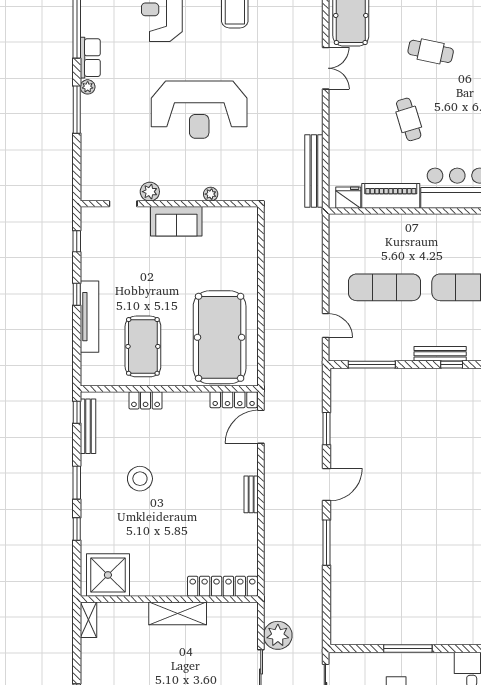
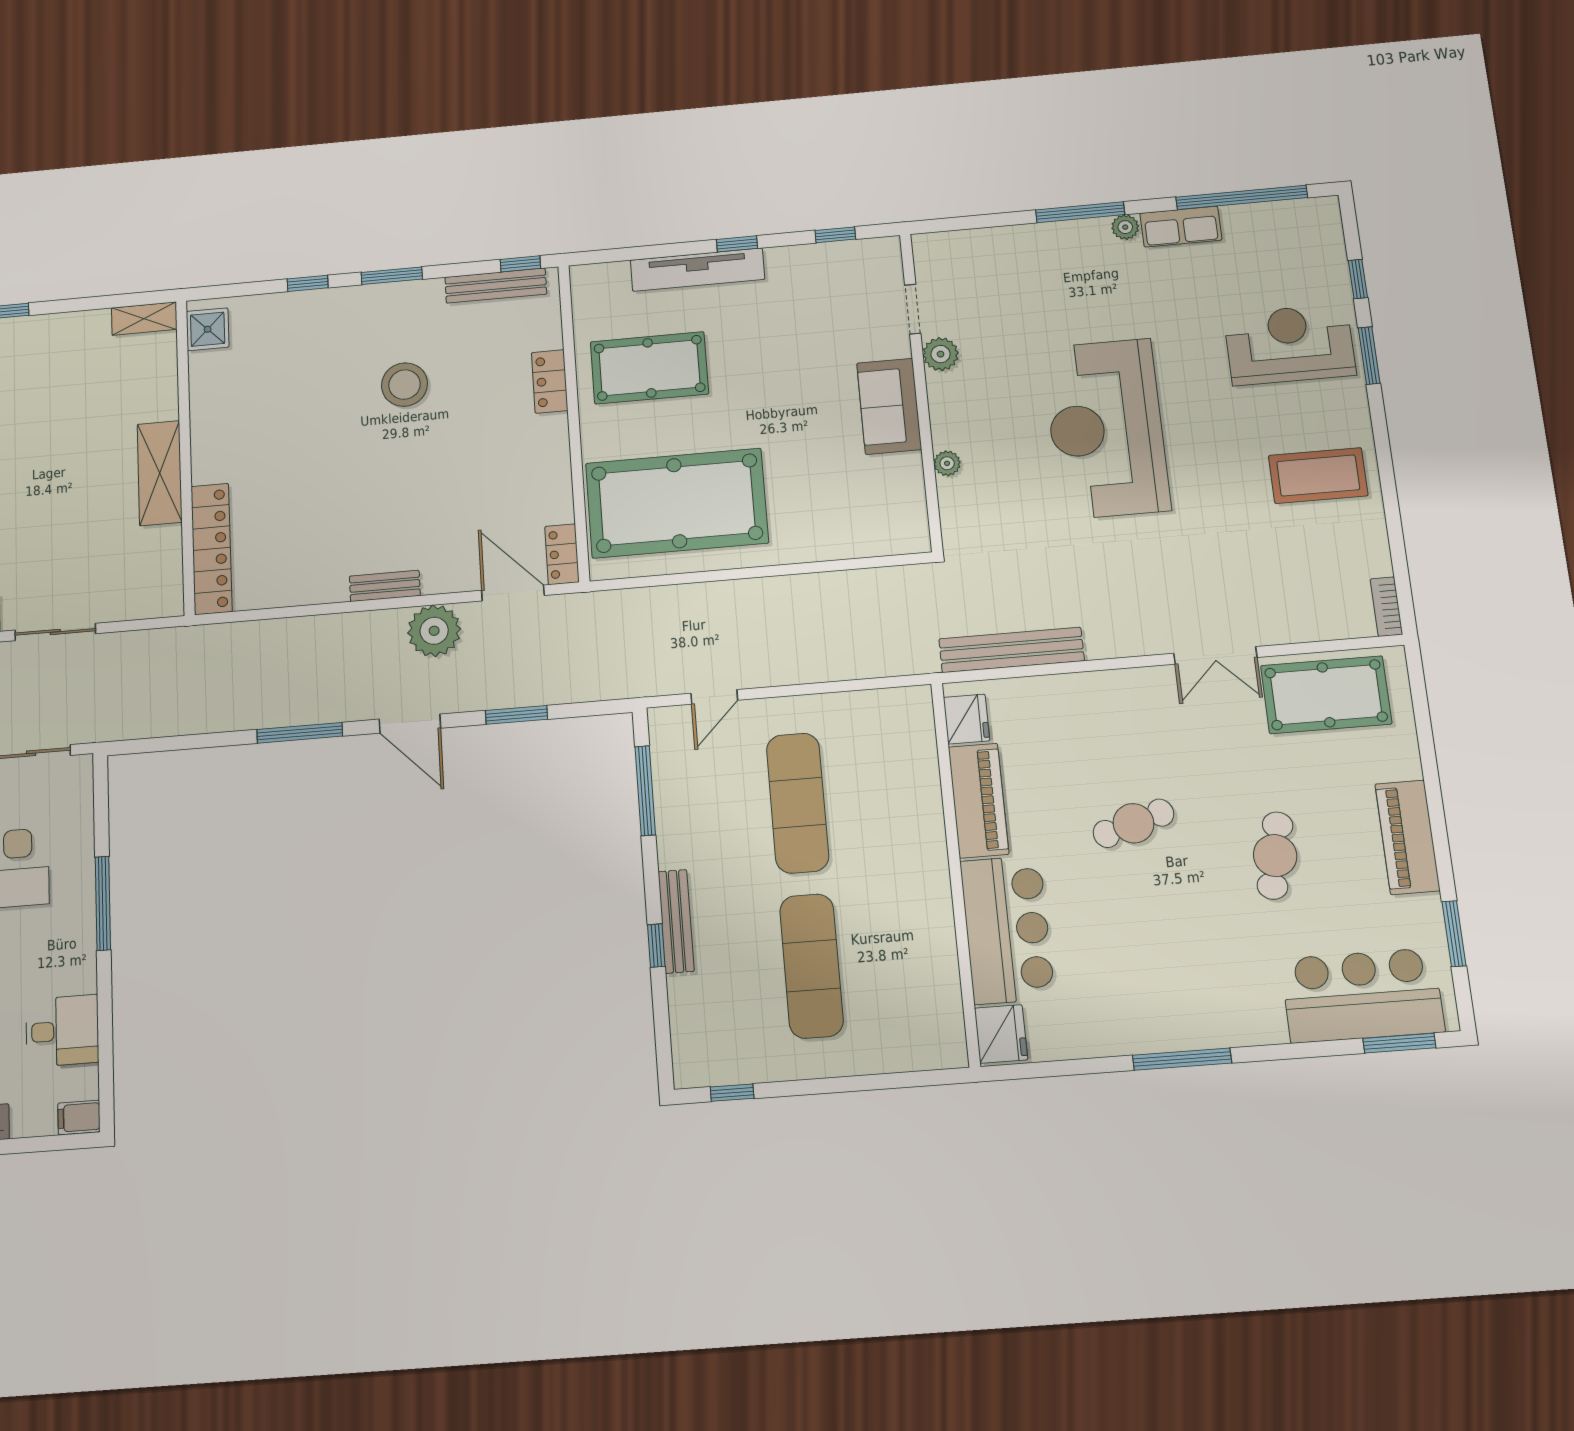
locker: (234, 400) -> (562, 554), width x0.66
shower: (108, 575) -> (208, 329), width x0.54, depth x0.54
plant: (278, 635) -> (434, 631), moved

